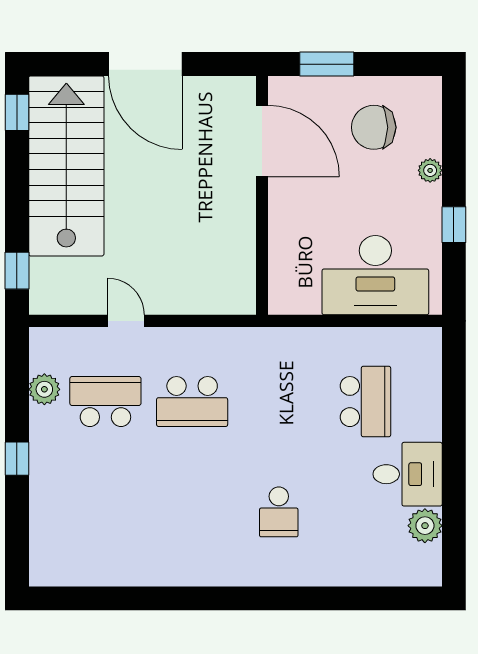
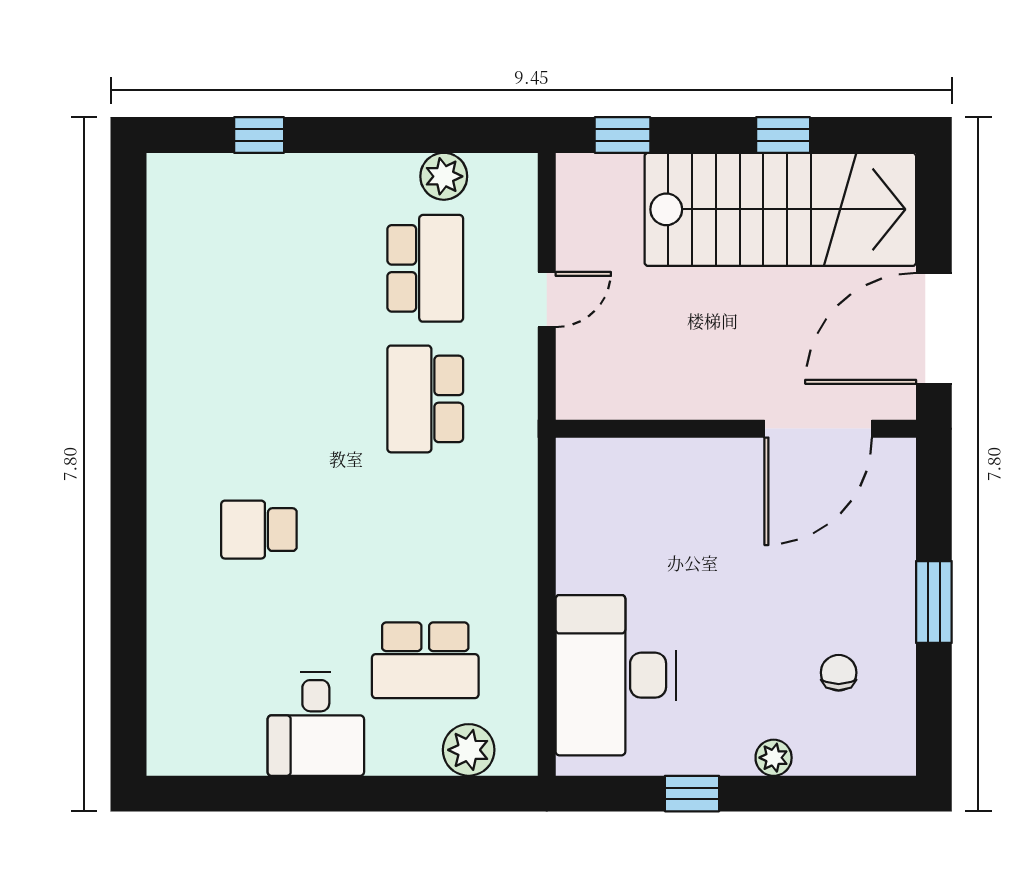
window: (17, 112) -> (783, 135), moved
chair: (374, 127) -> (839, 673), width x0.54, depth x0.54
door: (262, 141) -> (818, 429), moved
wall: (262, 195) -> (736, 429), moved
window: (17, 459) -> (259, 135), moved
plant: (425, 526) -> (469, 750), moved

